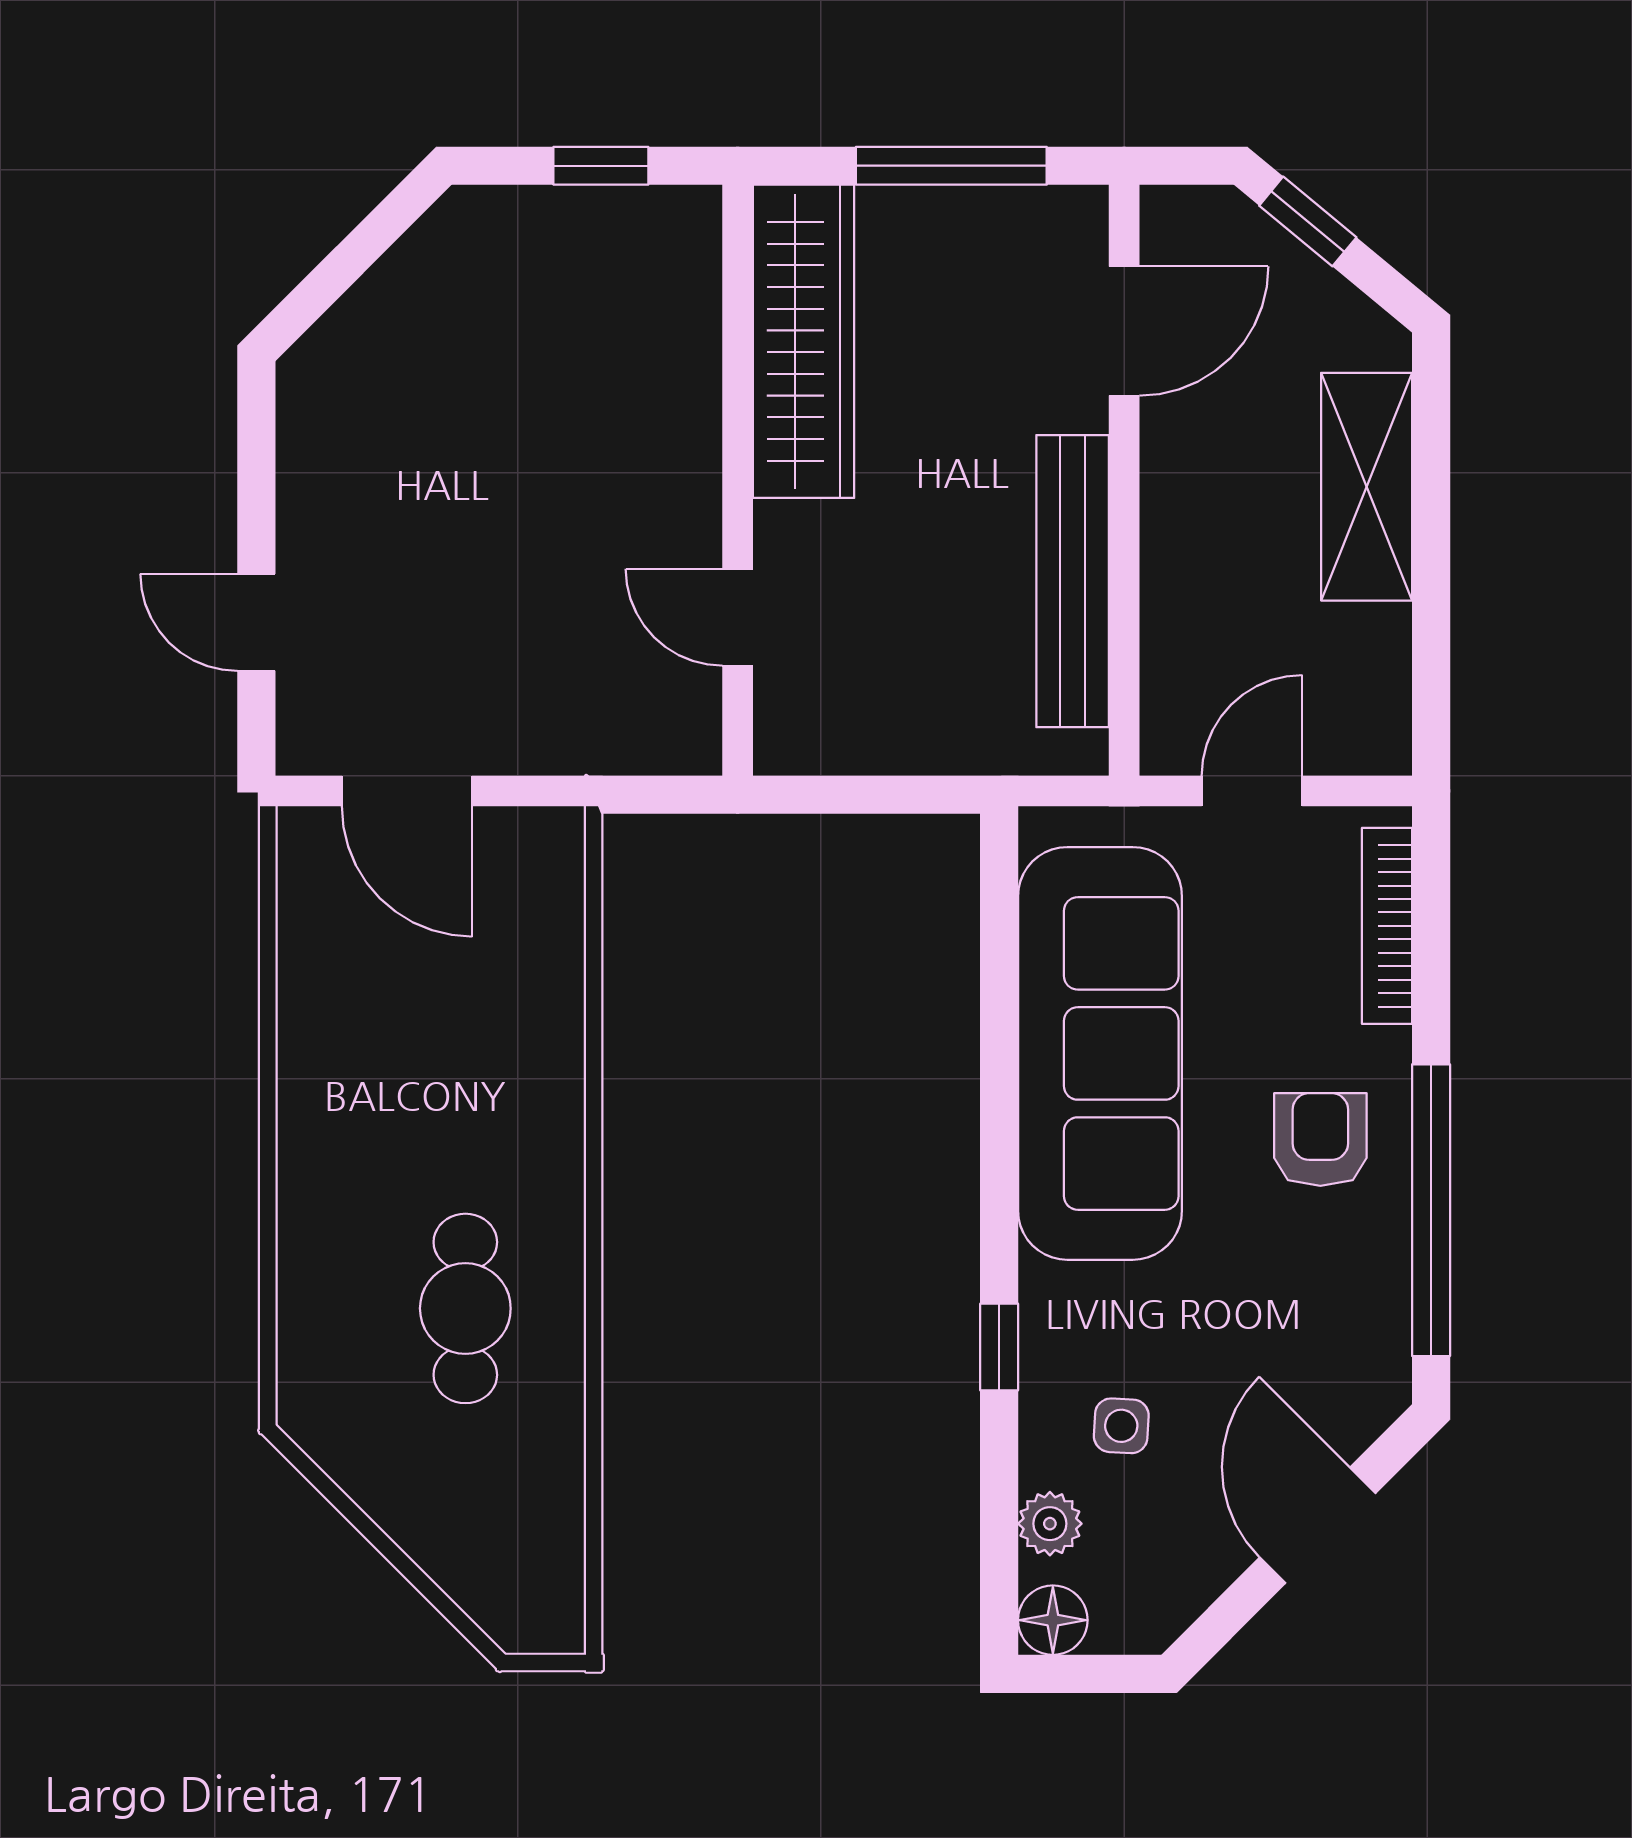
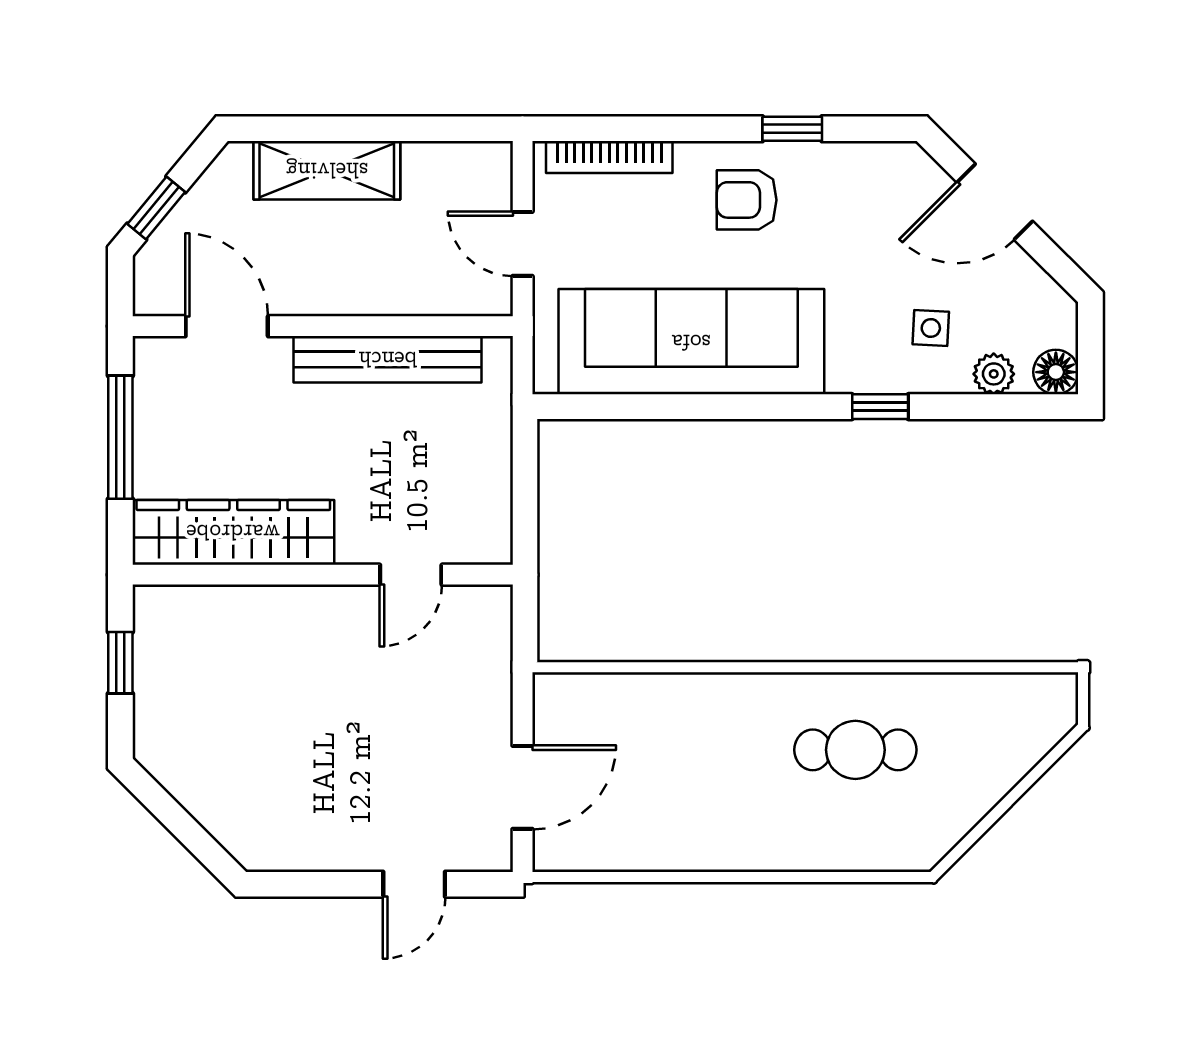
window: (1431, 1210) -> (792, 129), width x0.32

